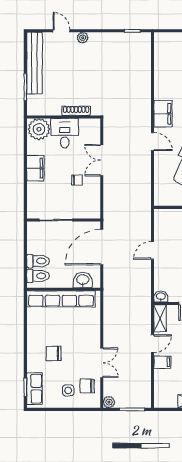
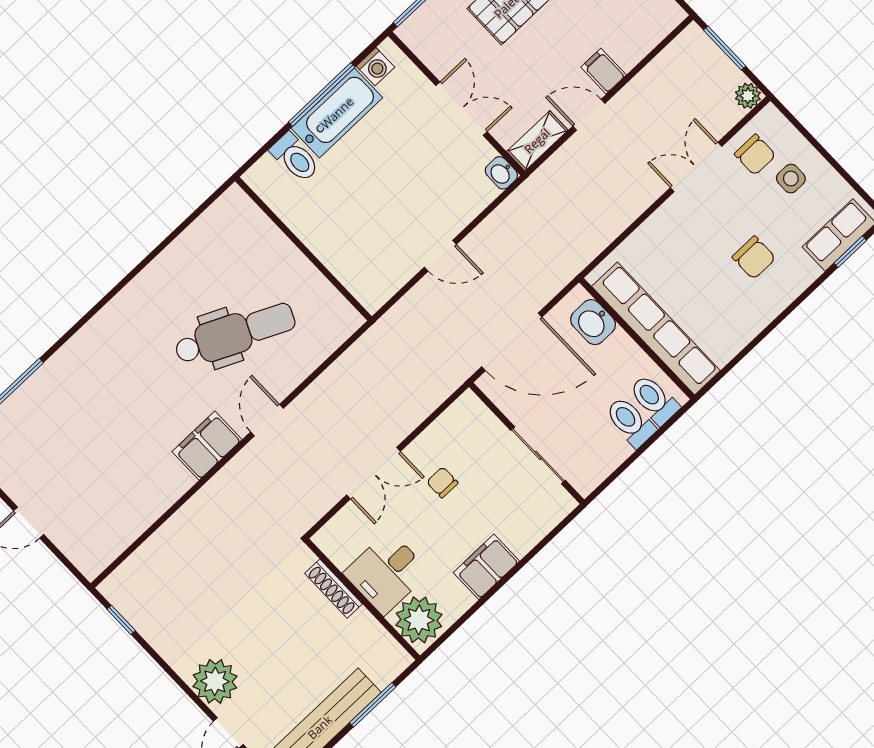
plant: (83, 38) -> (215, 681), width x1.88, depth x1.88

